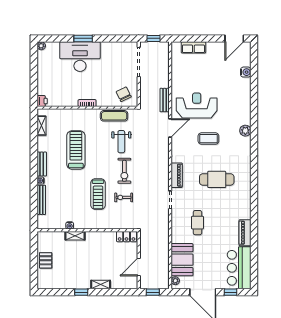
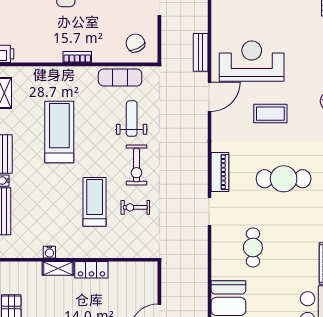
weight bench: (121, 142) -> (132, 119), turned 180
treadmill: (98, 194) -> (95, 202), turned 180
locker: (127, 237) -> (91, 270), moved

